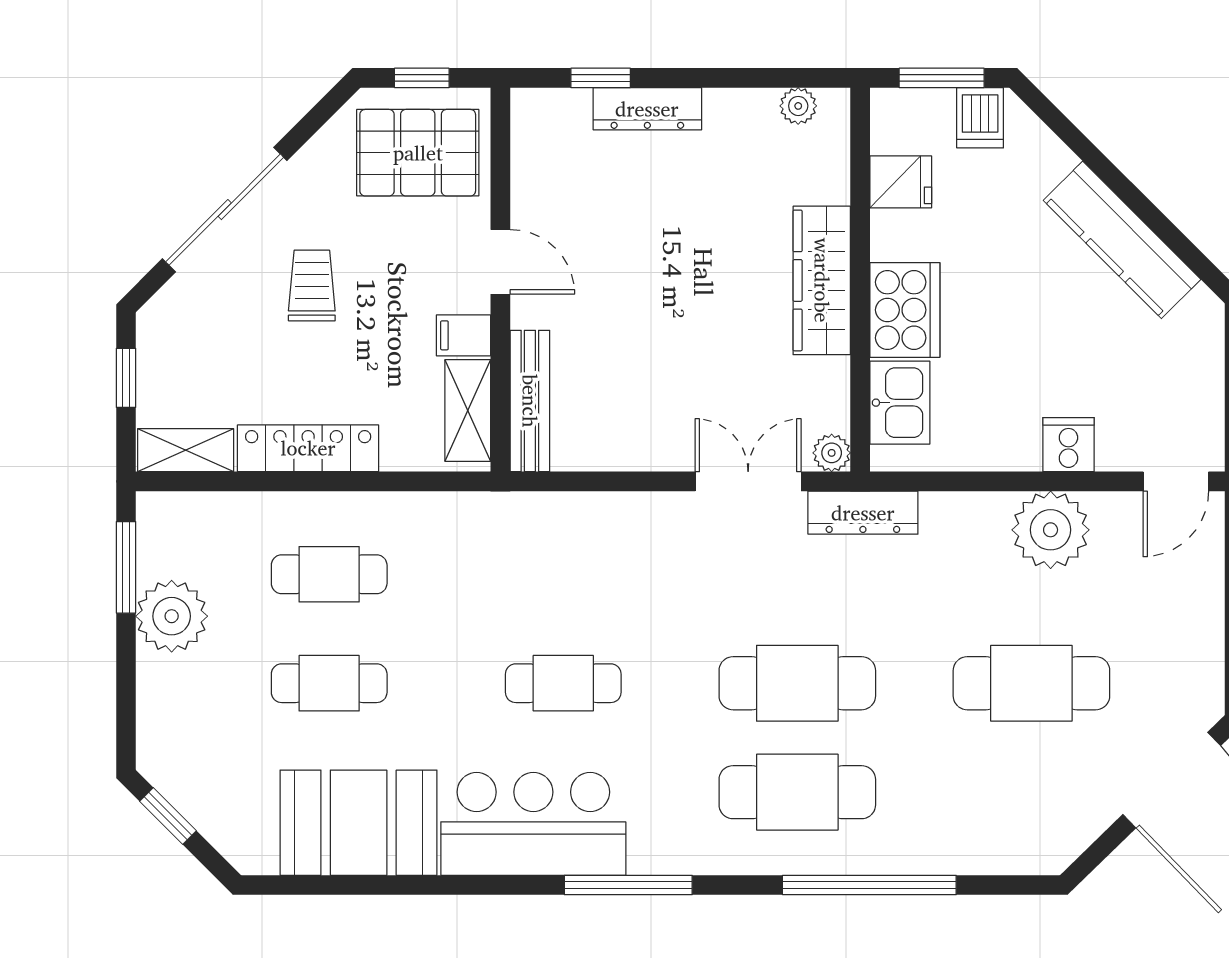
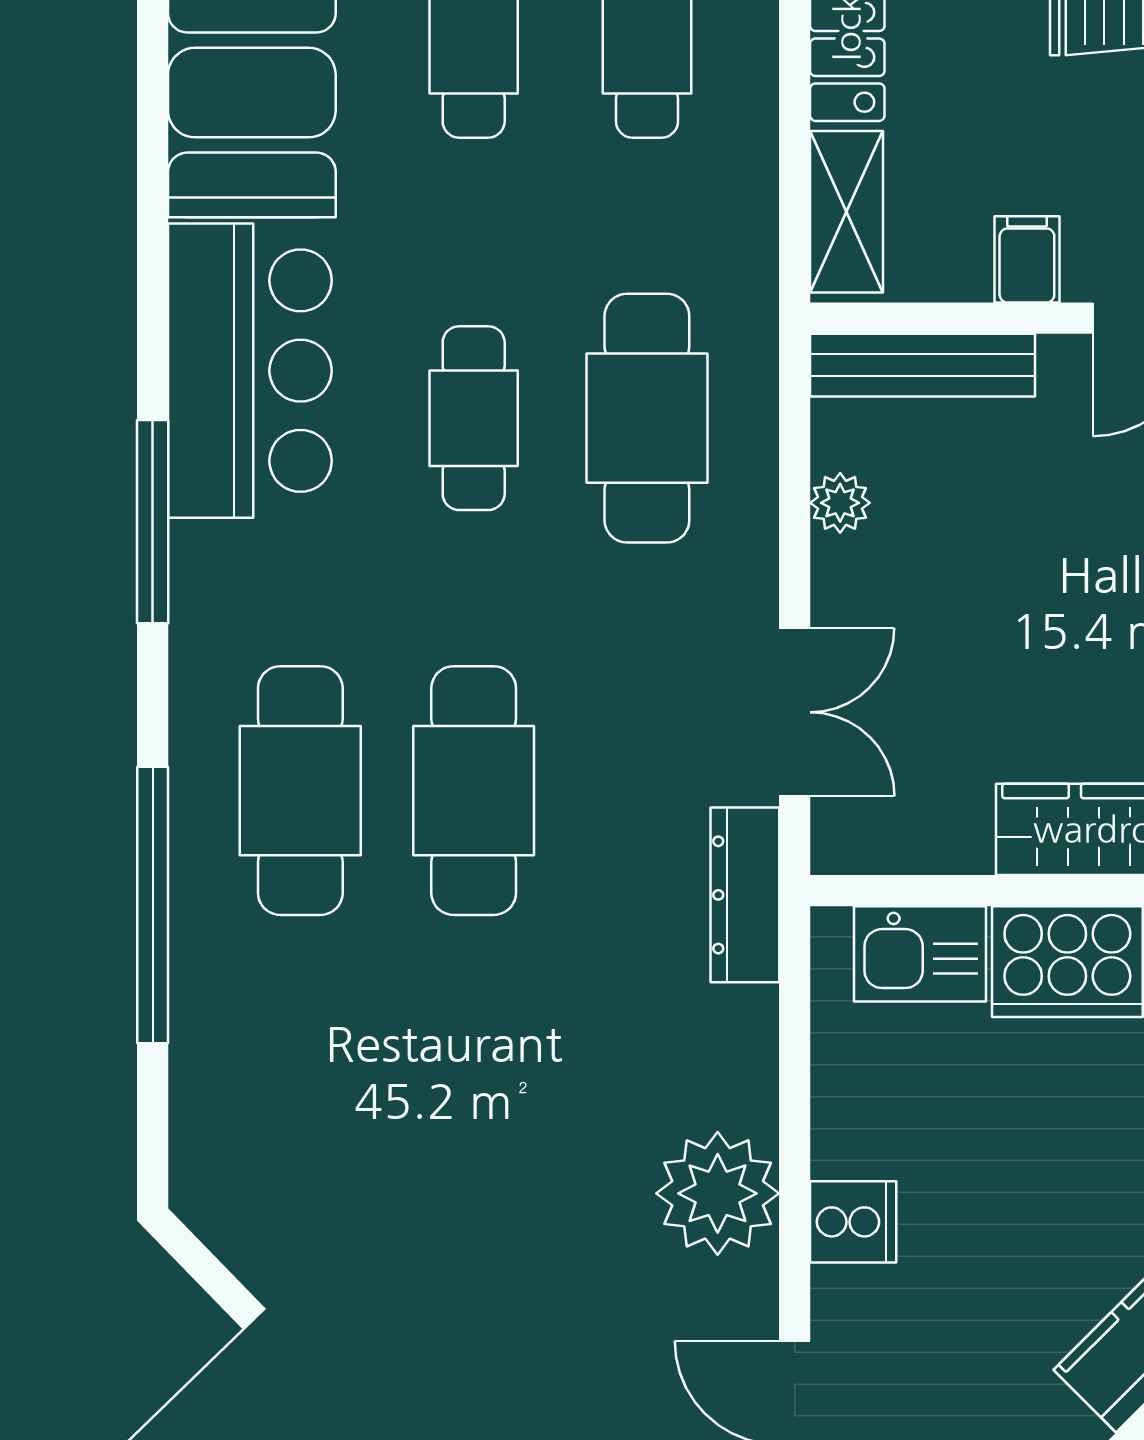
shelving: (468, 410) -> (846, 212), moved, turned 90
plant: (832, 453) -> (840, 503), moved
cafe table: (1031, 683) -> (647, 418), moved

